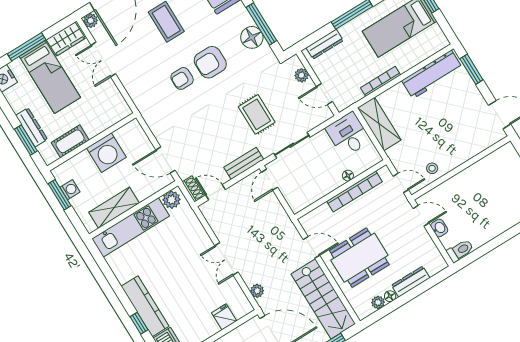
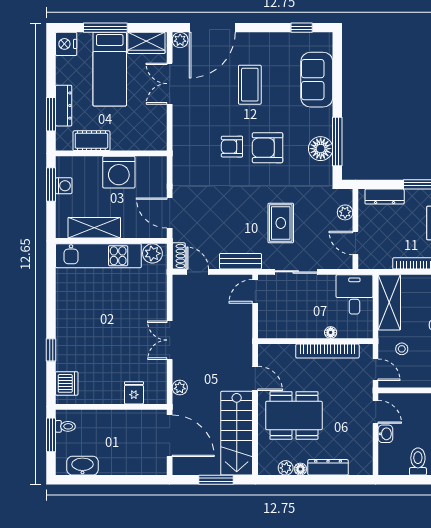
stool: (432, 168) -> (402, 349), moved
toilet: (460, 251) -> (418, 461), moved, turned -90
kitchen counter: (145, 306) -> (66, 337), removed

